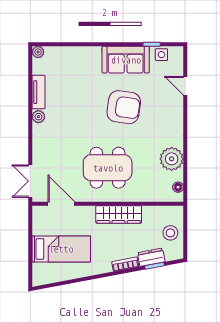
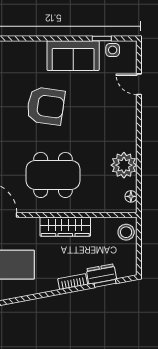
armchair: (124, 107) -> (46, 106), moved
stool: (170, 233) -> (126, 232), moved

